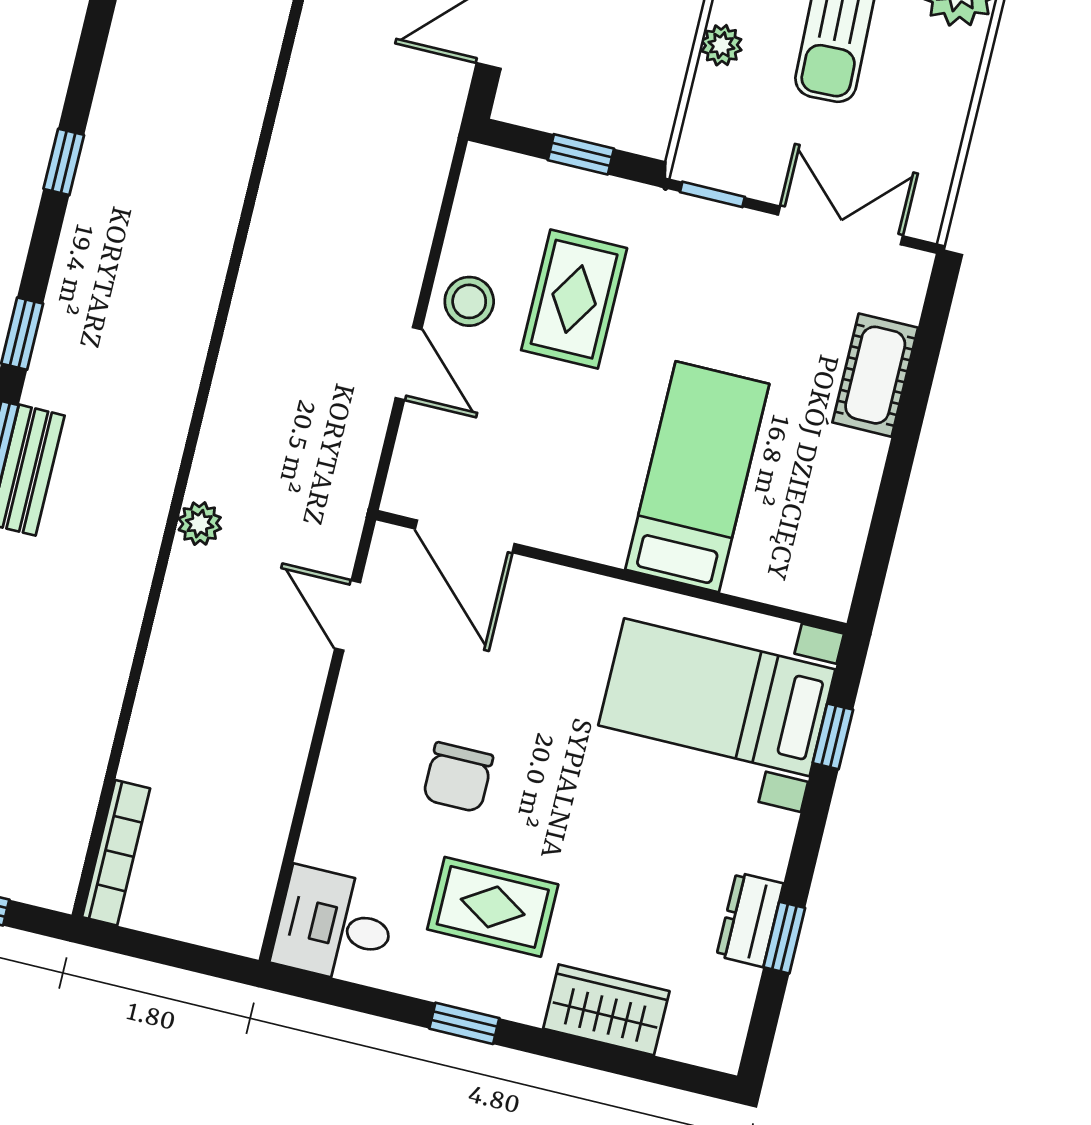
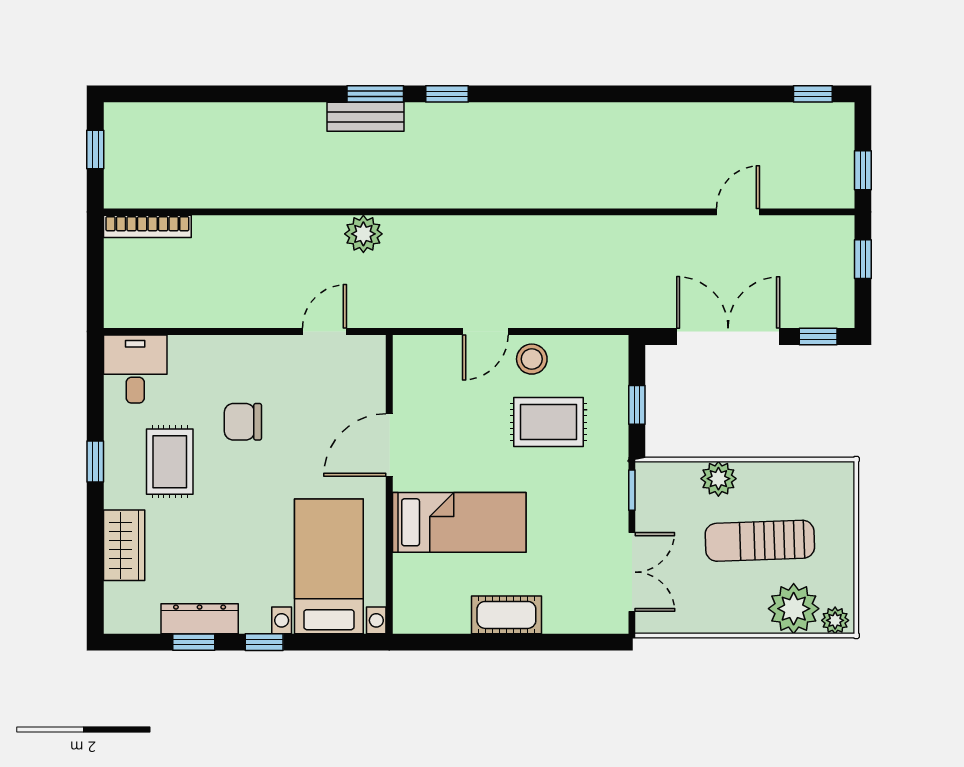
plant: (721, 45) -> (718, 479), width x1.38, depth x1.38
window: (64, 162) -> (557, 94), removed
cot: (875, 375) -> (506, 615), moved
plant: (200, 524) -> (363, 234), width x1.38, depth x1.38
door: (465, 536) -> (389, 445), moved
window: (833, 736) -> (264, 642), moved
dresser: (750, 920) -> (200, 619), width x1.44

